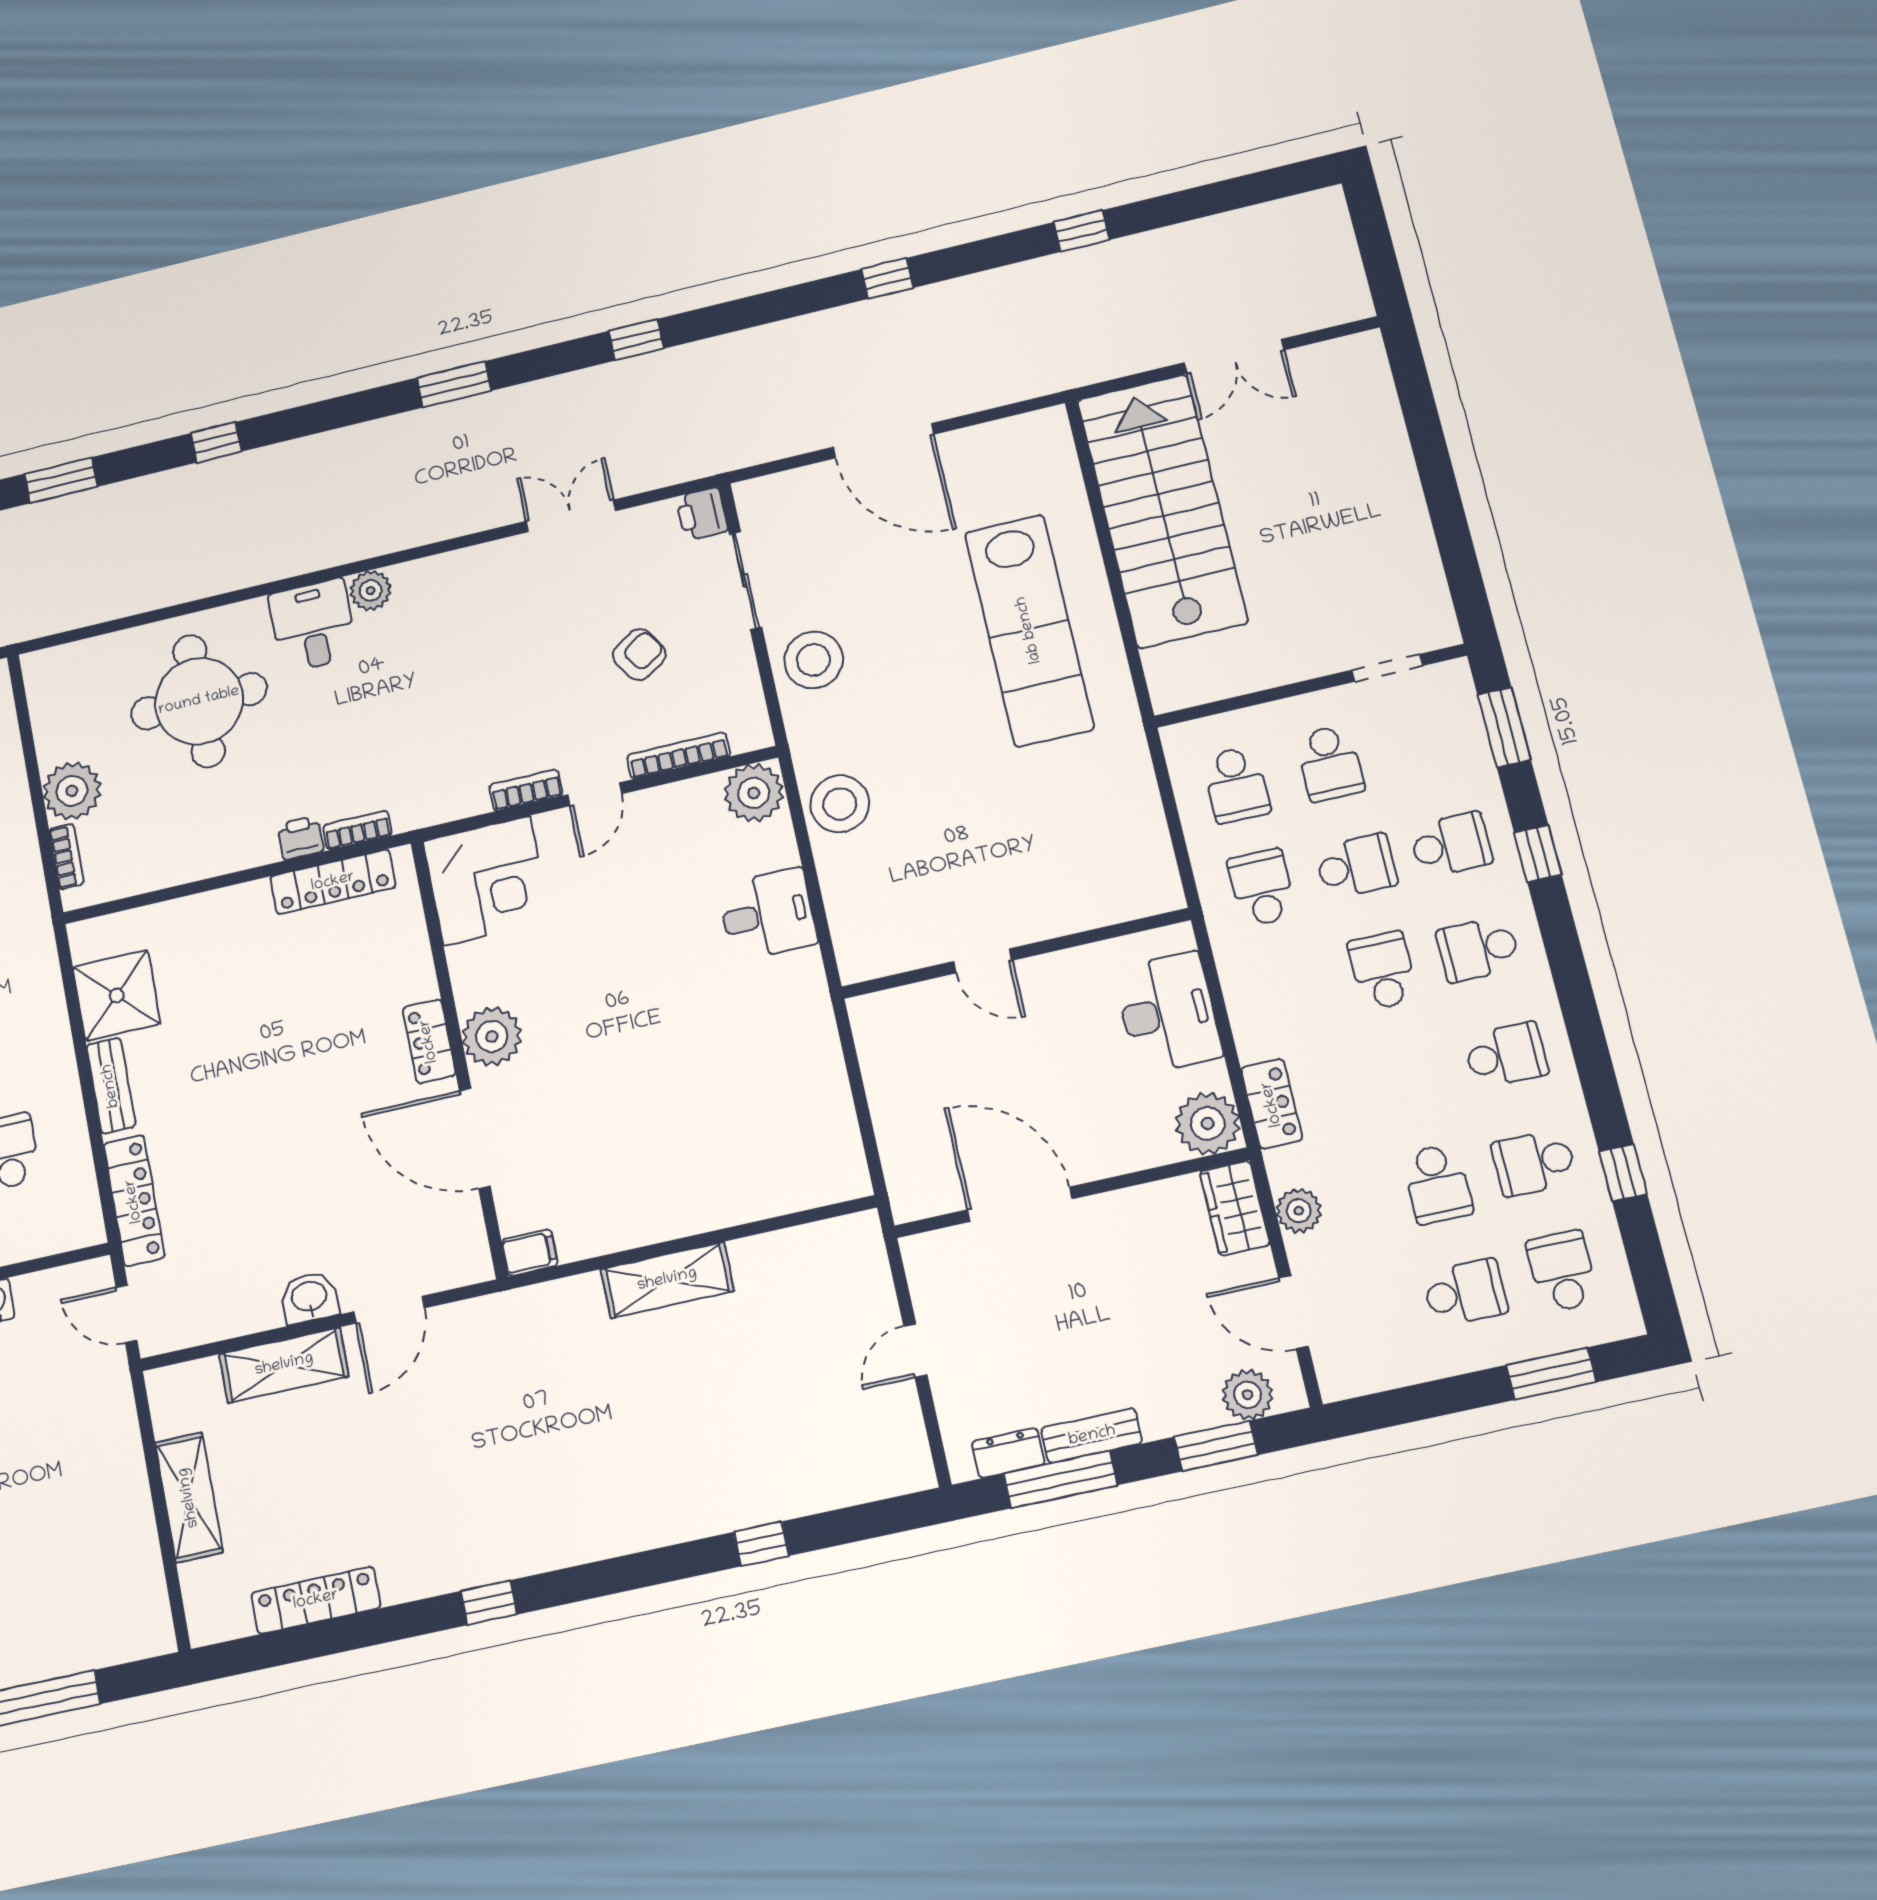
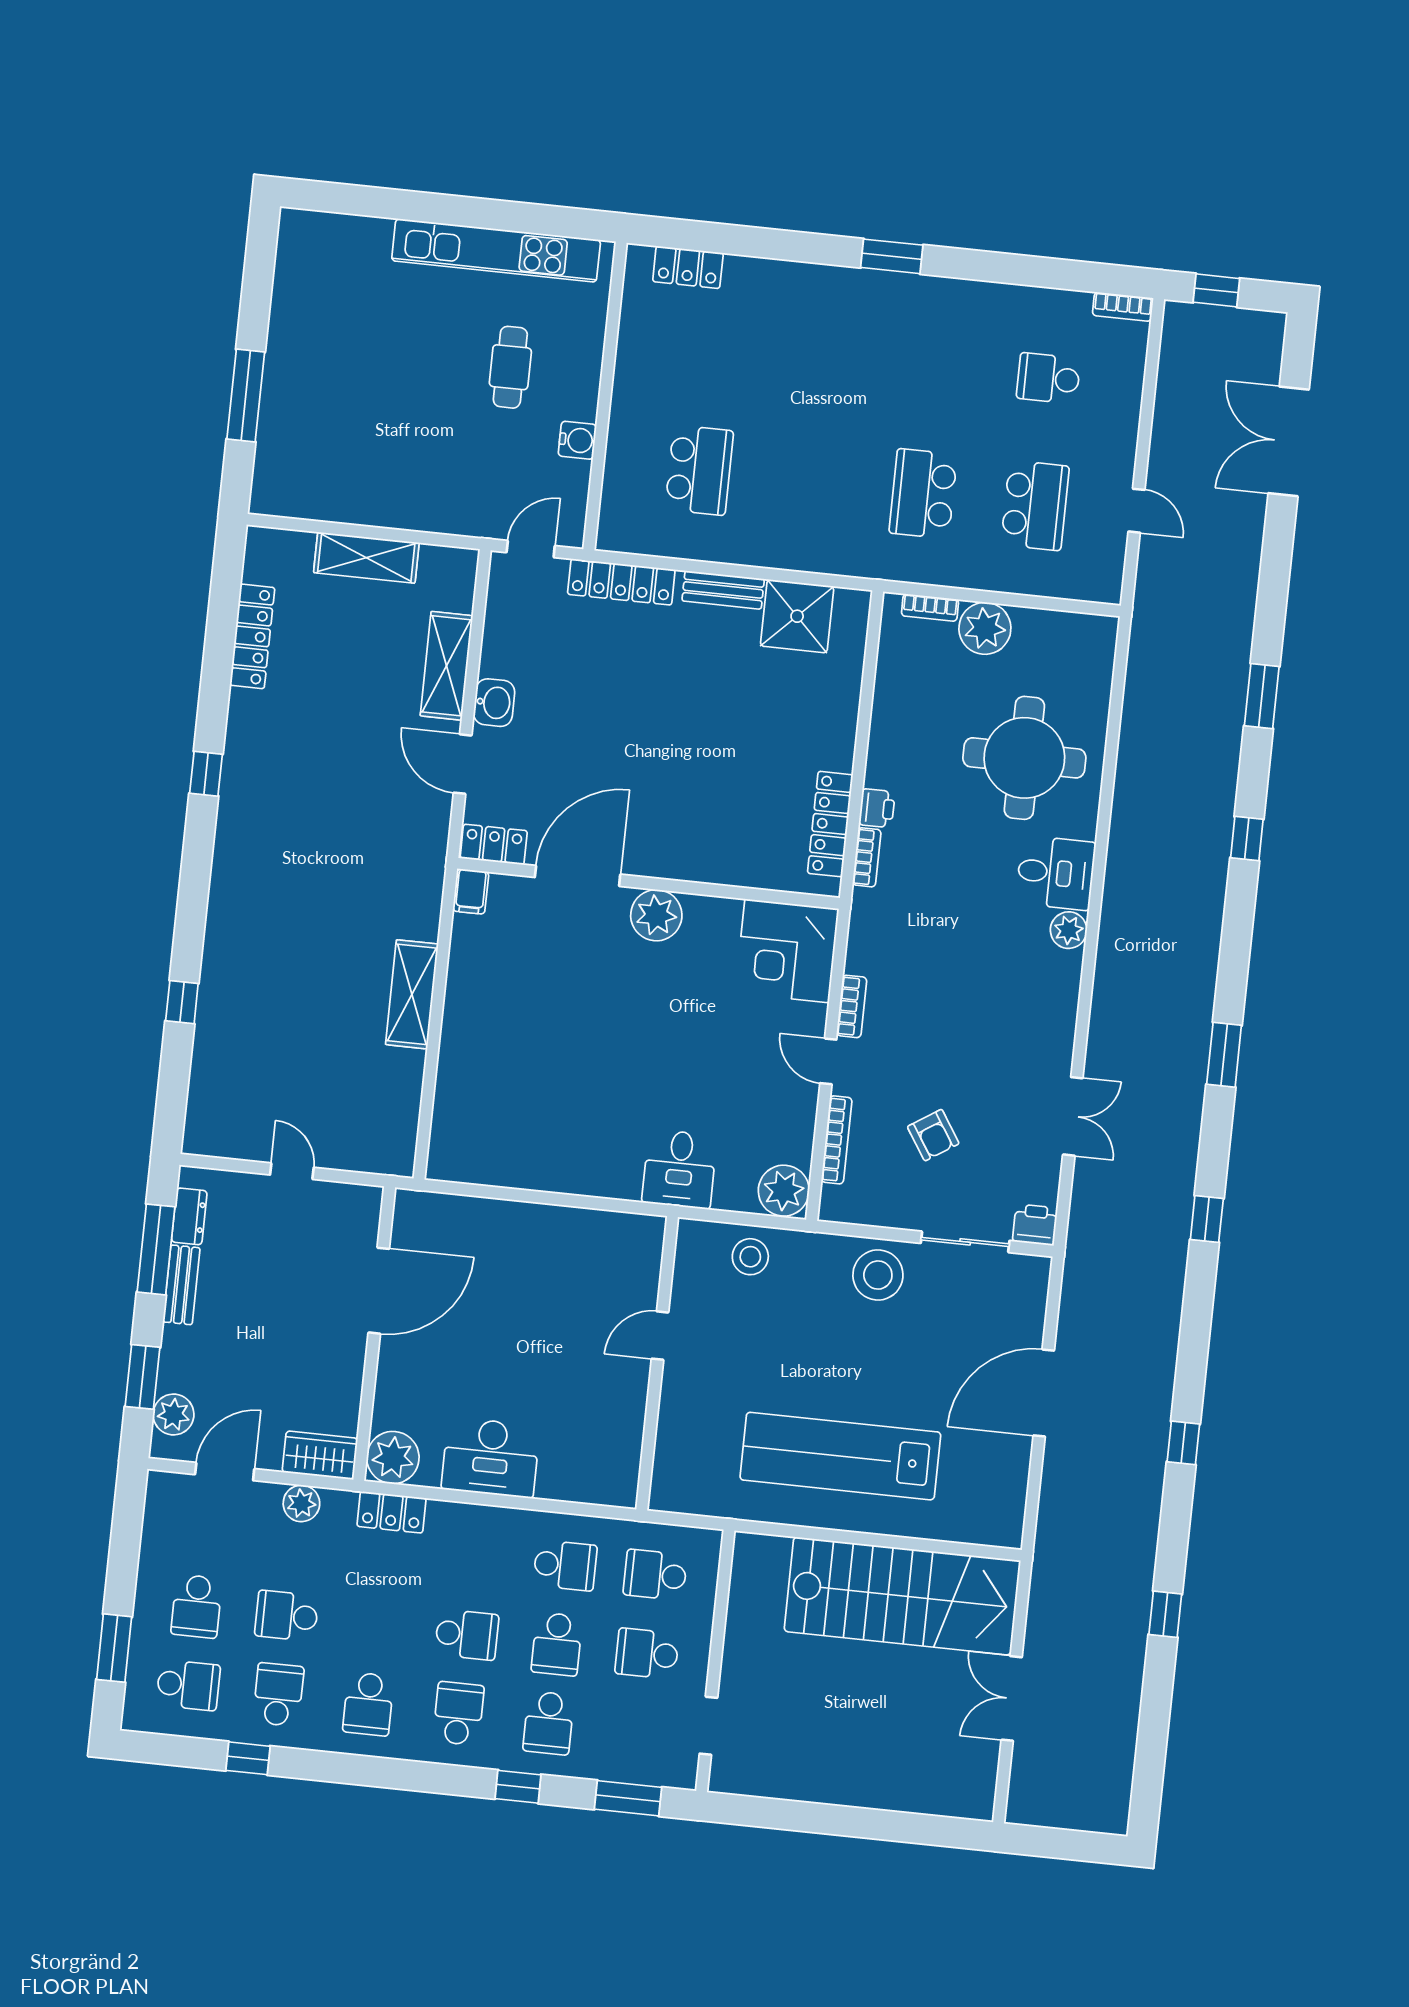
stool: (840, 804) -> (750, 1257), width x0.73, depth x0.73
wall: (1016, 953) -> (657, 1363), moved
door: (983, 961) -> (660, 1336), moved
locker: (429, 1041) -> (494, 844), moved

